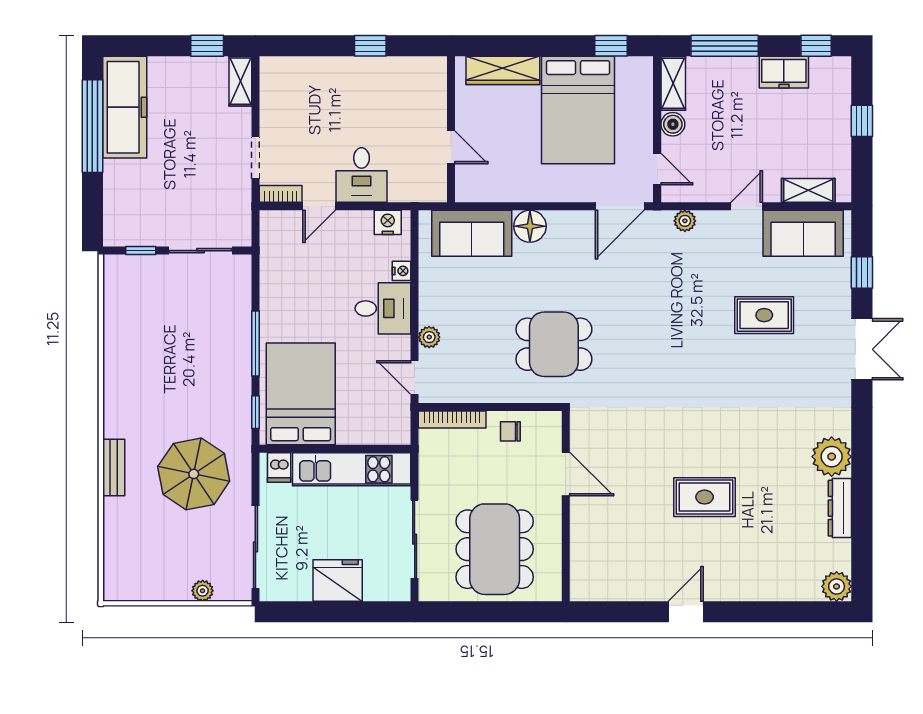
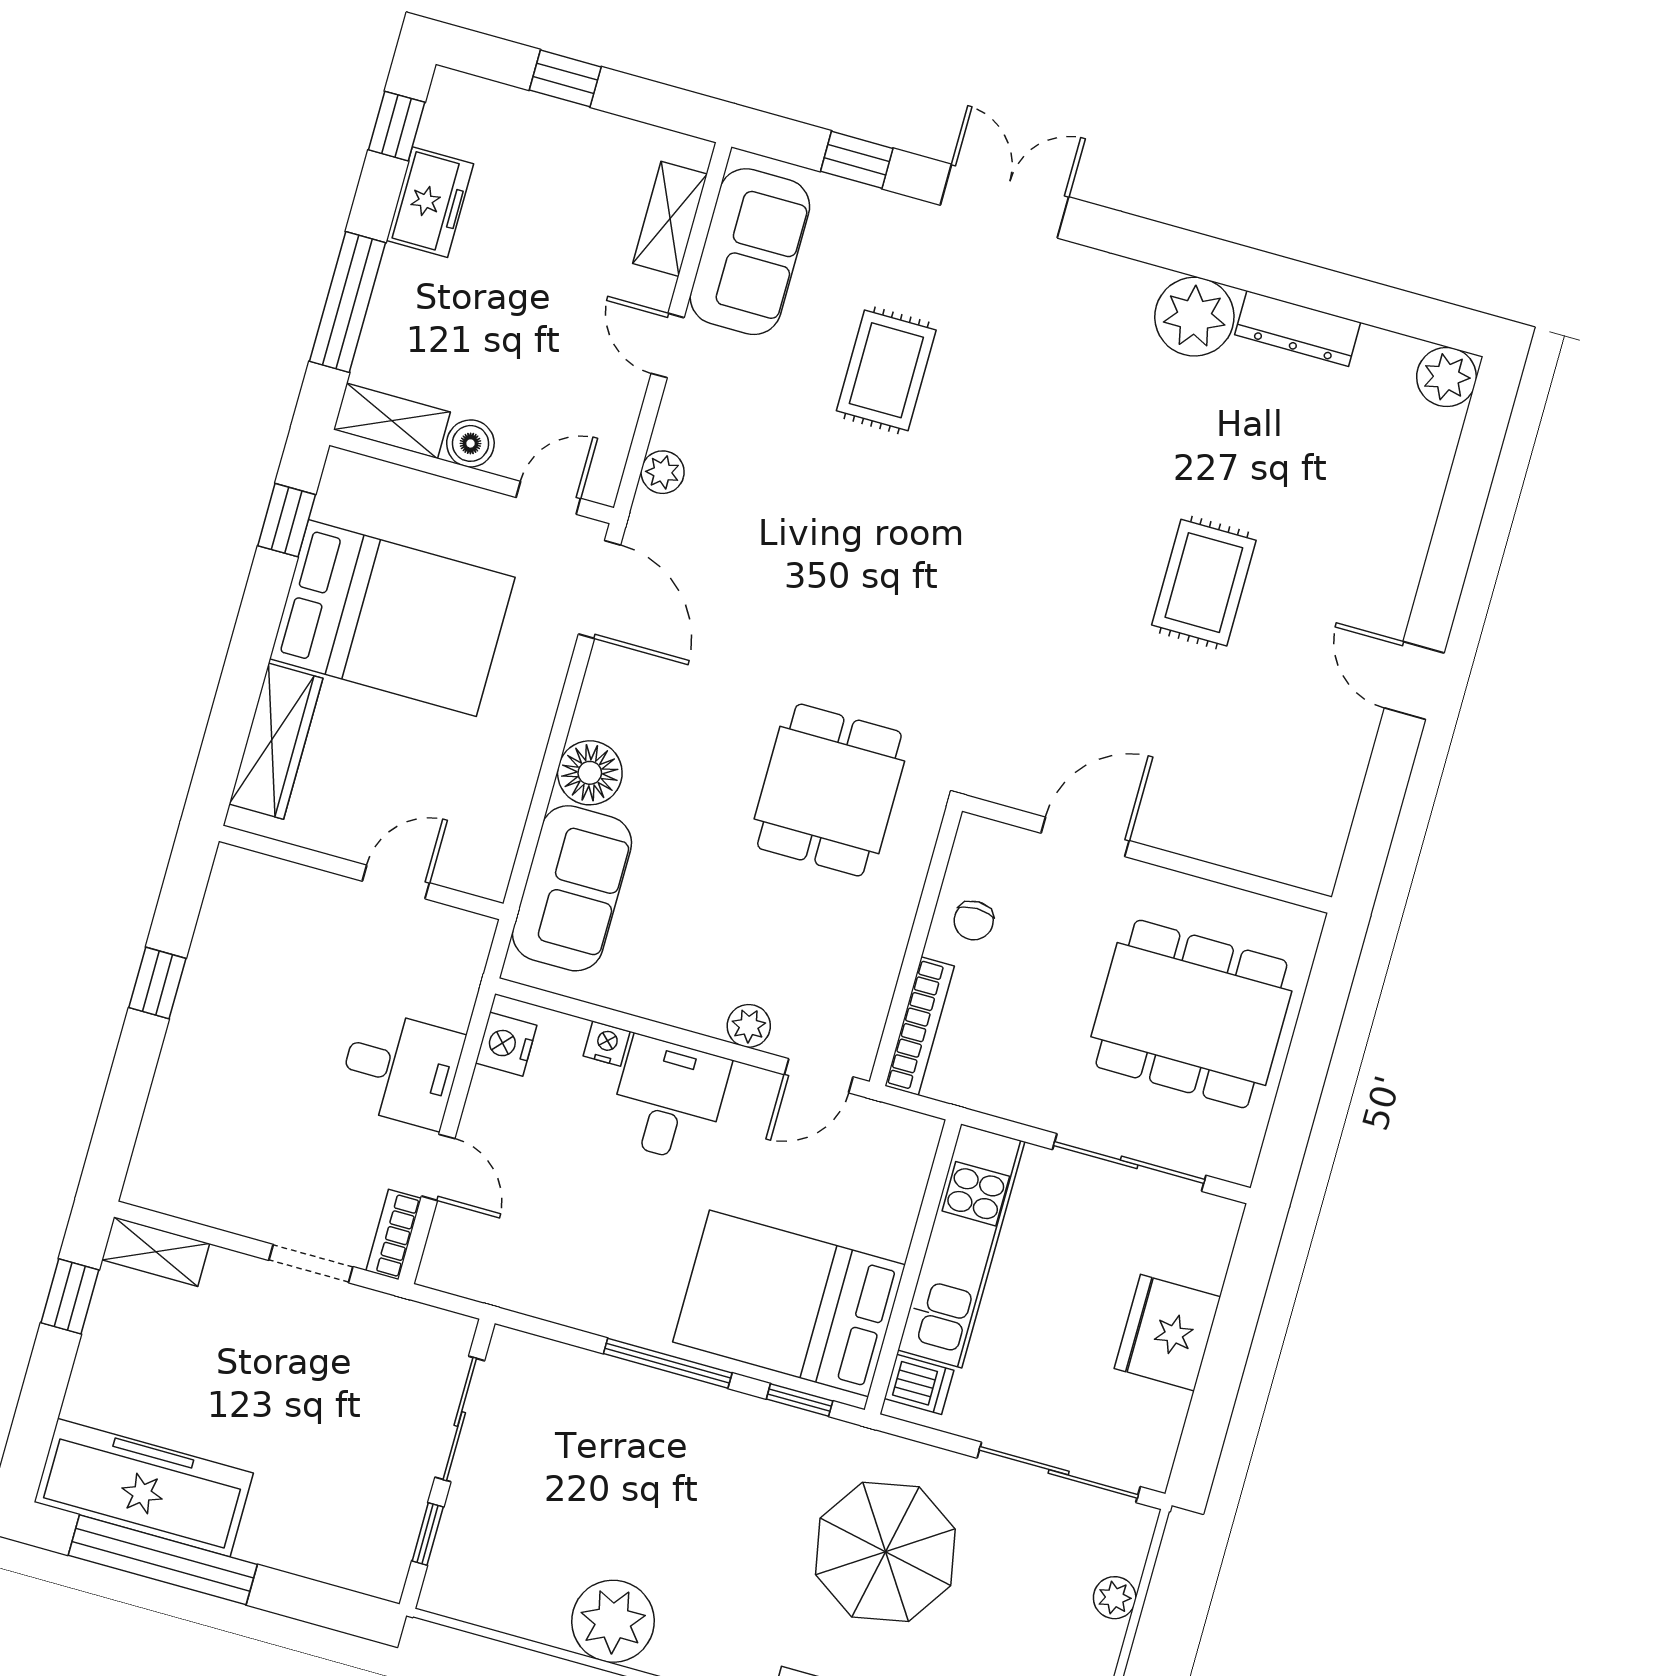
plant: (124, 352) -> (613, 1621), added

